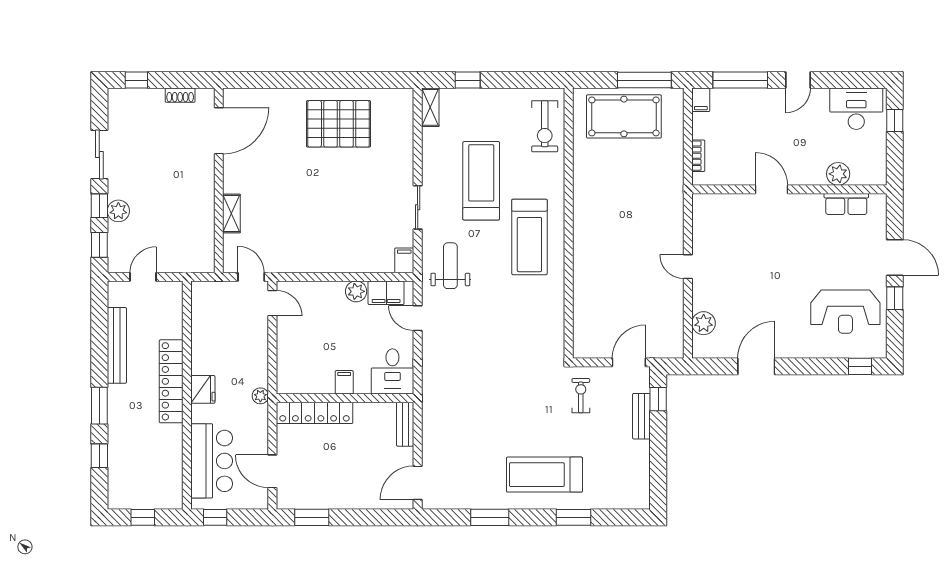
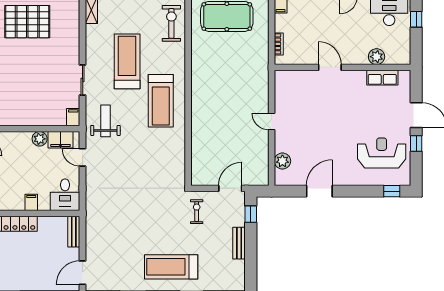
exercise bike: (545, 126) -> (171, 23), turned 180
reception desk: (845, 312) -> (382, 153), turned 180
bench: (641, 416) -> (239, 243), moved

